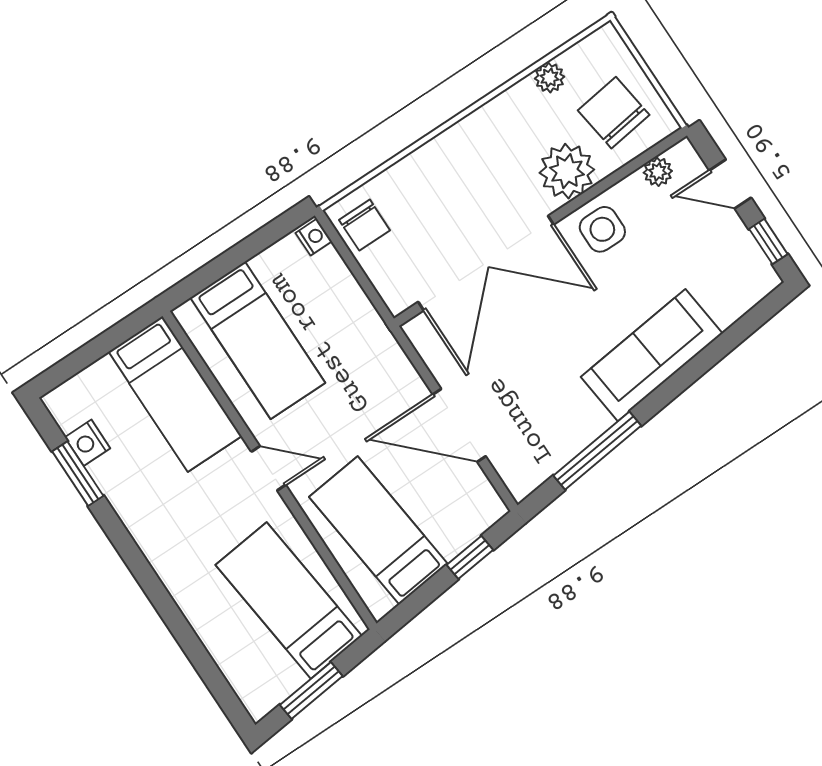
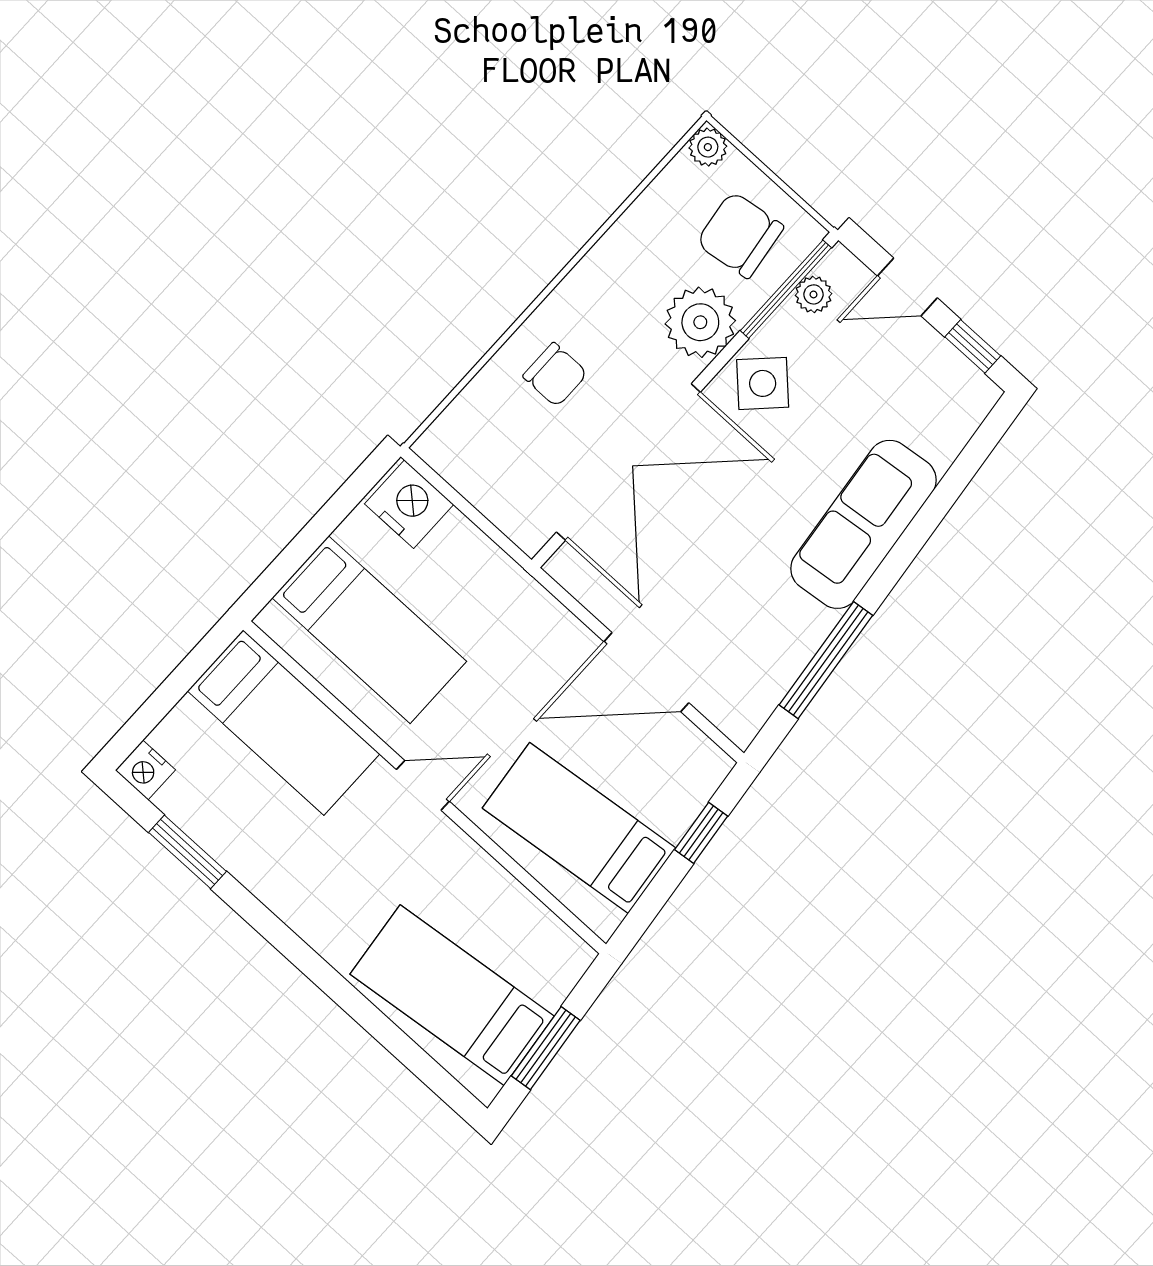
plant: (549, 78) -> (708, 147), moved
window: (638, 162) -> (786, 289), added
chair: (365, 225) -> (555, 375), moved
side table: (602, 229) -> (763, 383), turned 45
nightstand: (314, 237) -> (409, 504), width x1.89, depth x1.79
nightstand: (88, 443) -> (145, 770), moved
bed: (289, 600) -> (452, 995), moved

